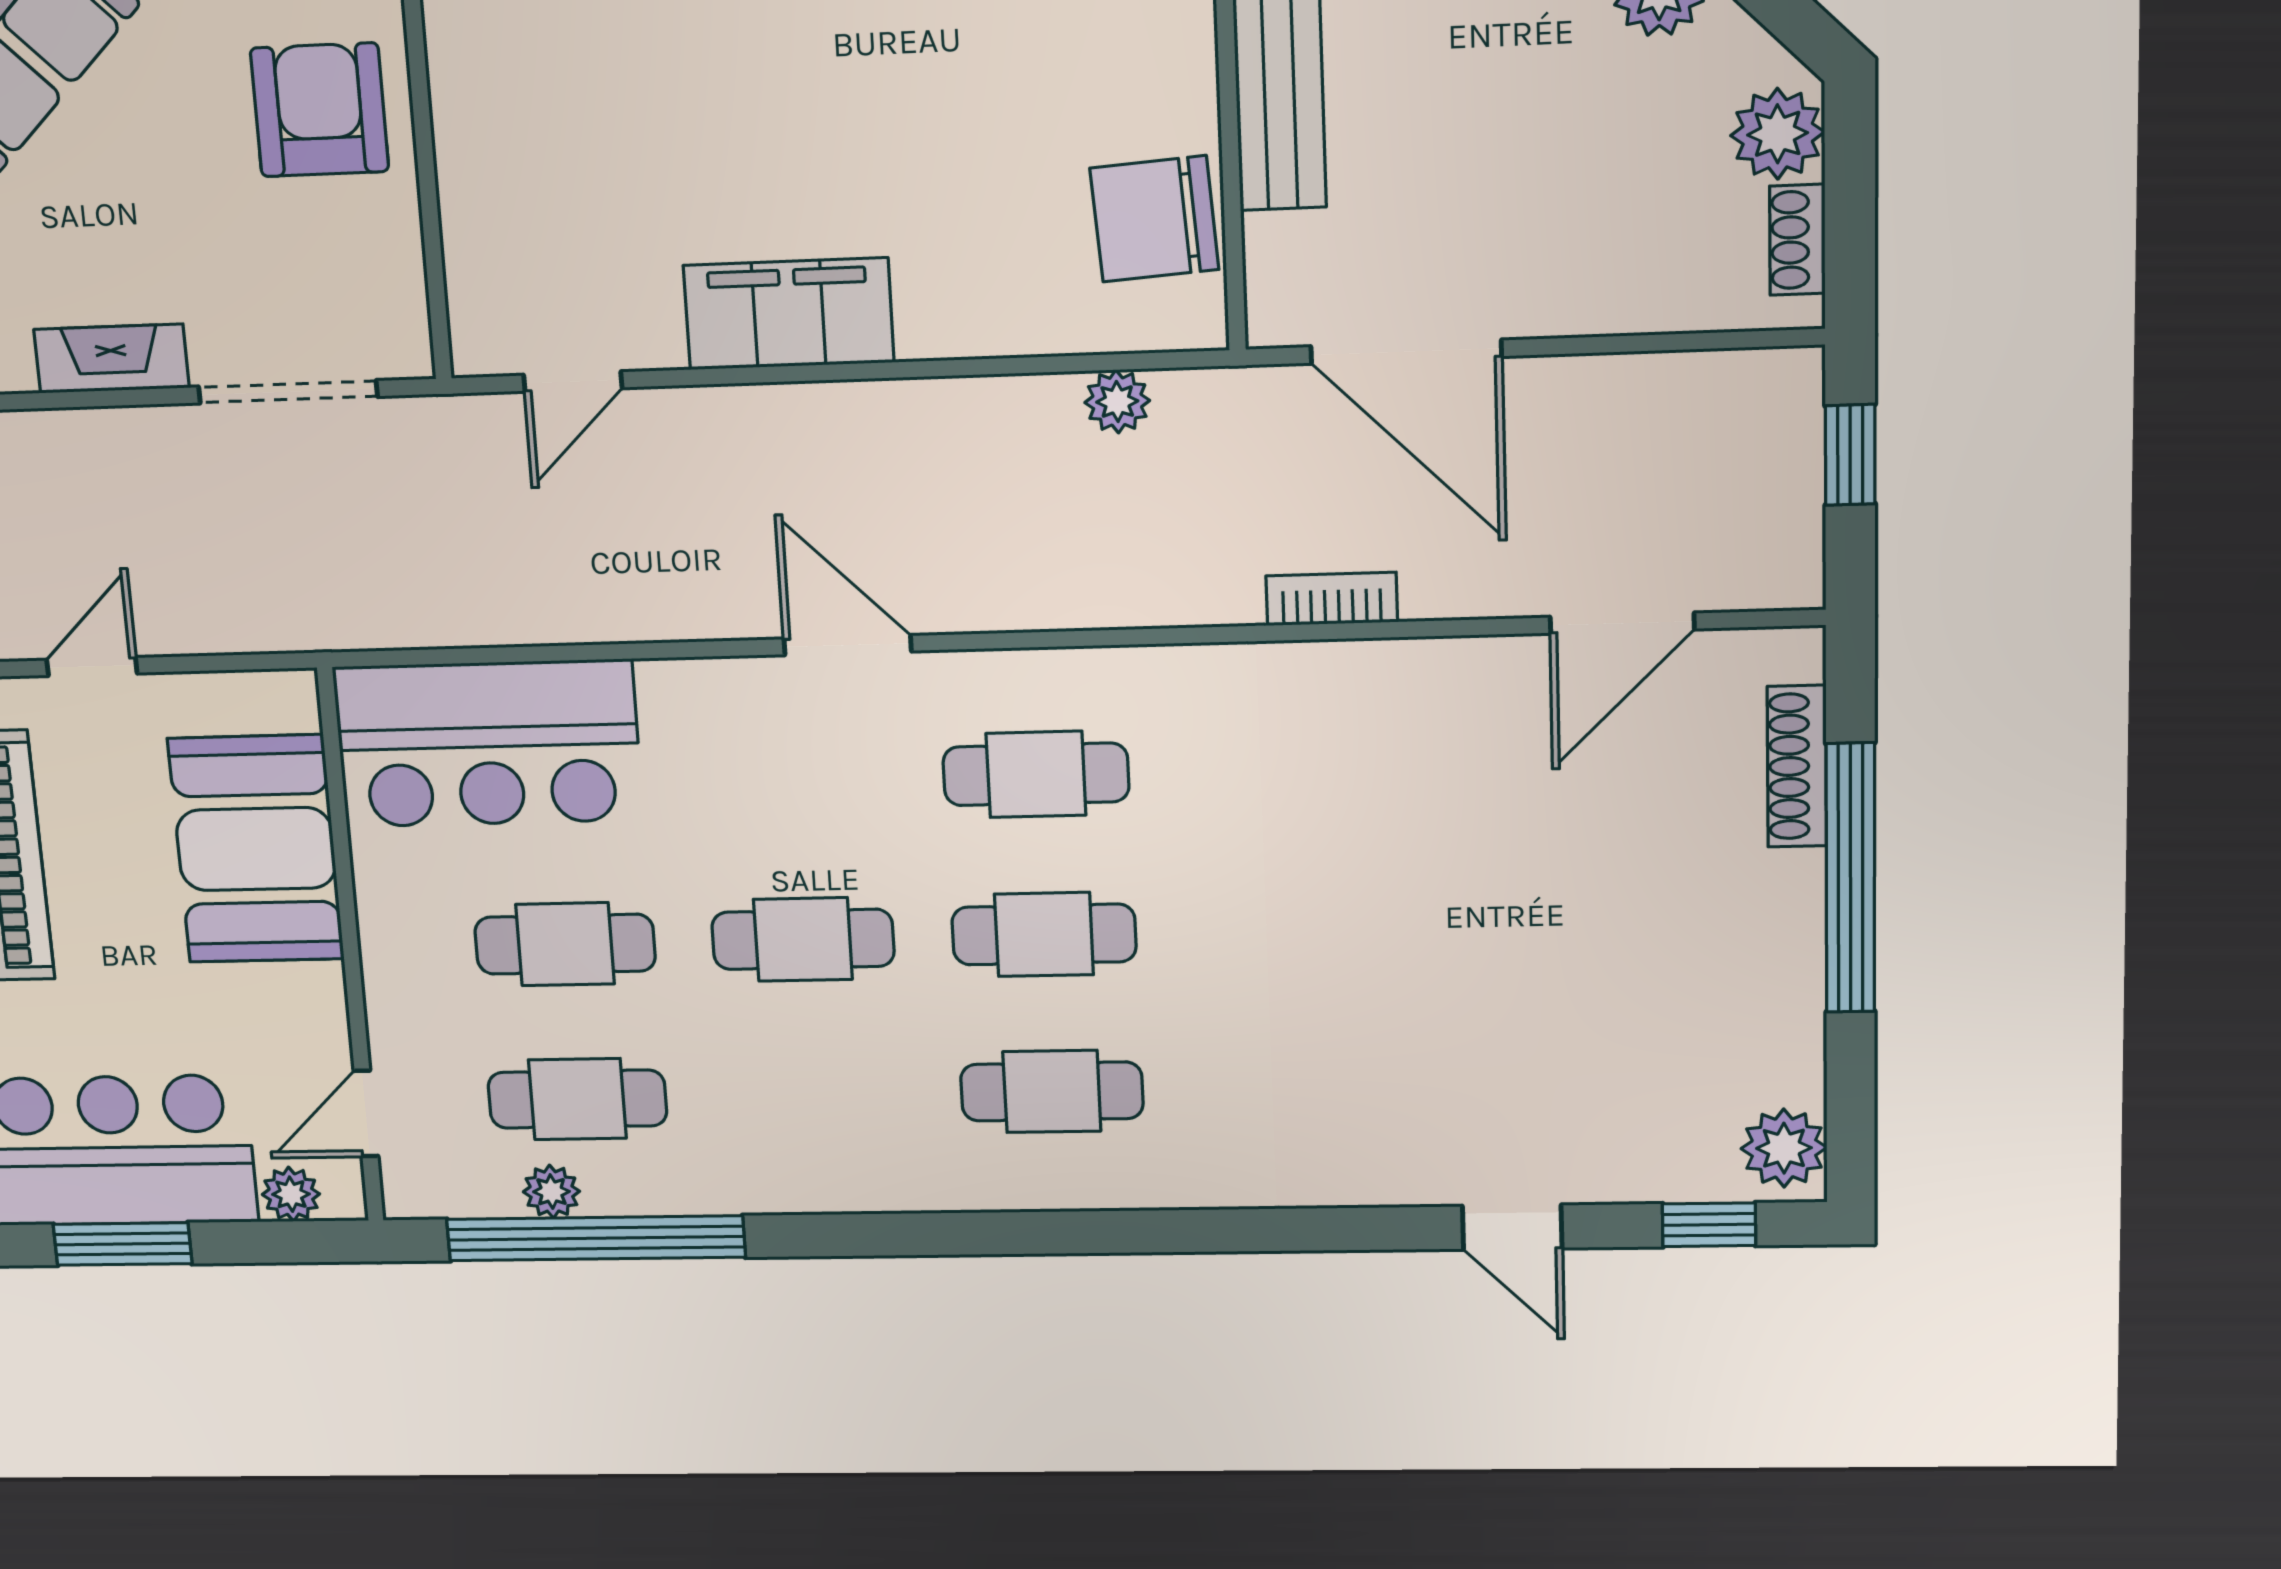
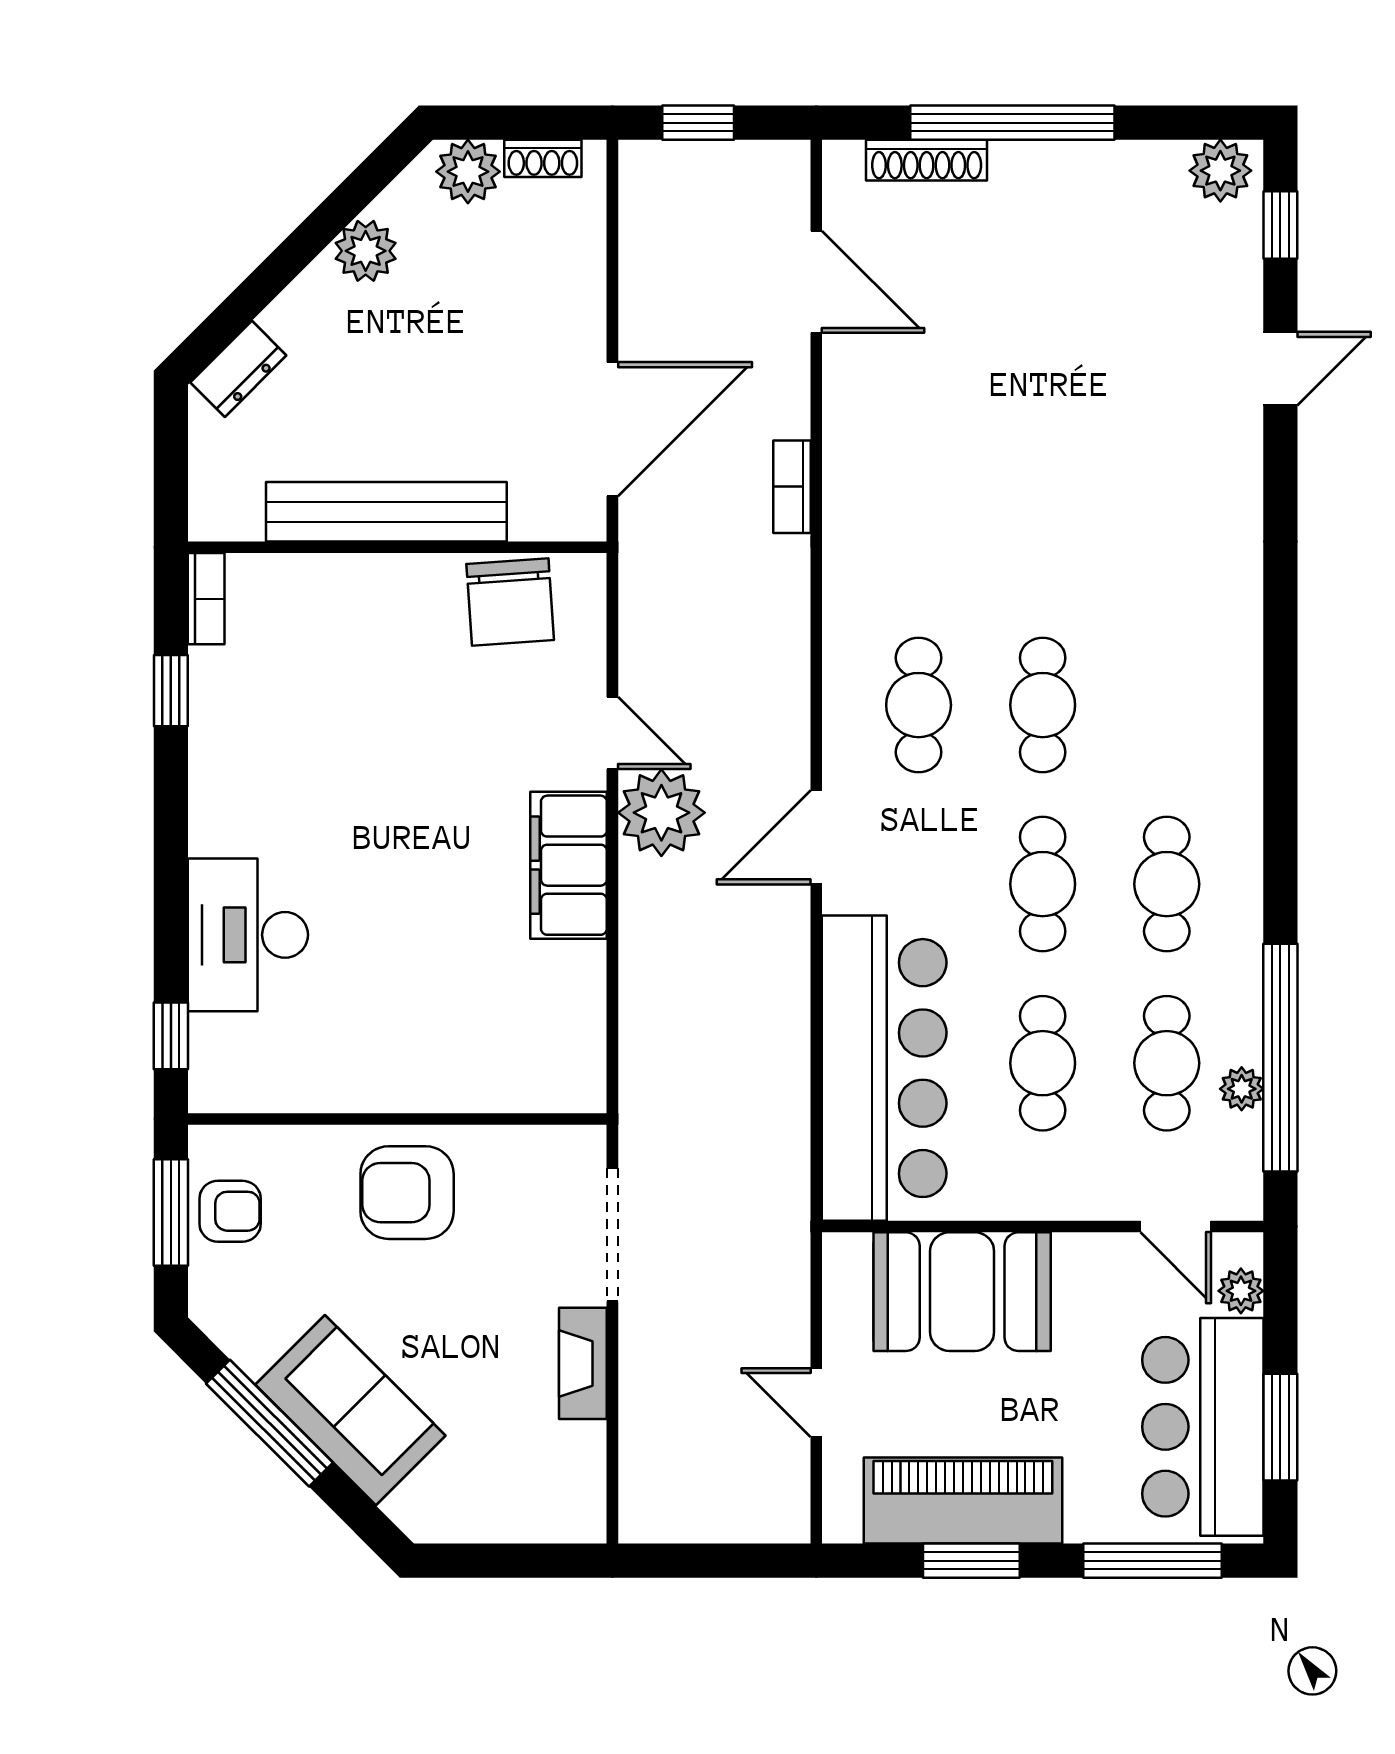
door: (573, 382) -> (612, 733), moved
plant: (1117, 402) -> (661, 813), moved, width x1.87, depth x1.87
bar counter: (488, 744) -> (884, 1068), width x1.36
cafe table: (1052, 1091) -> (1167, 884), moved

